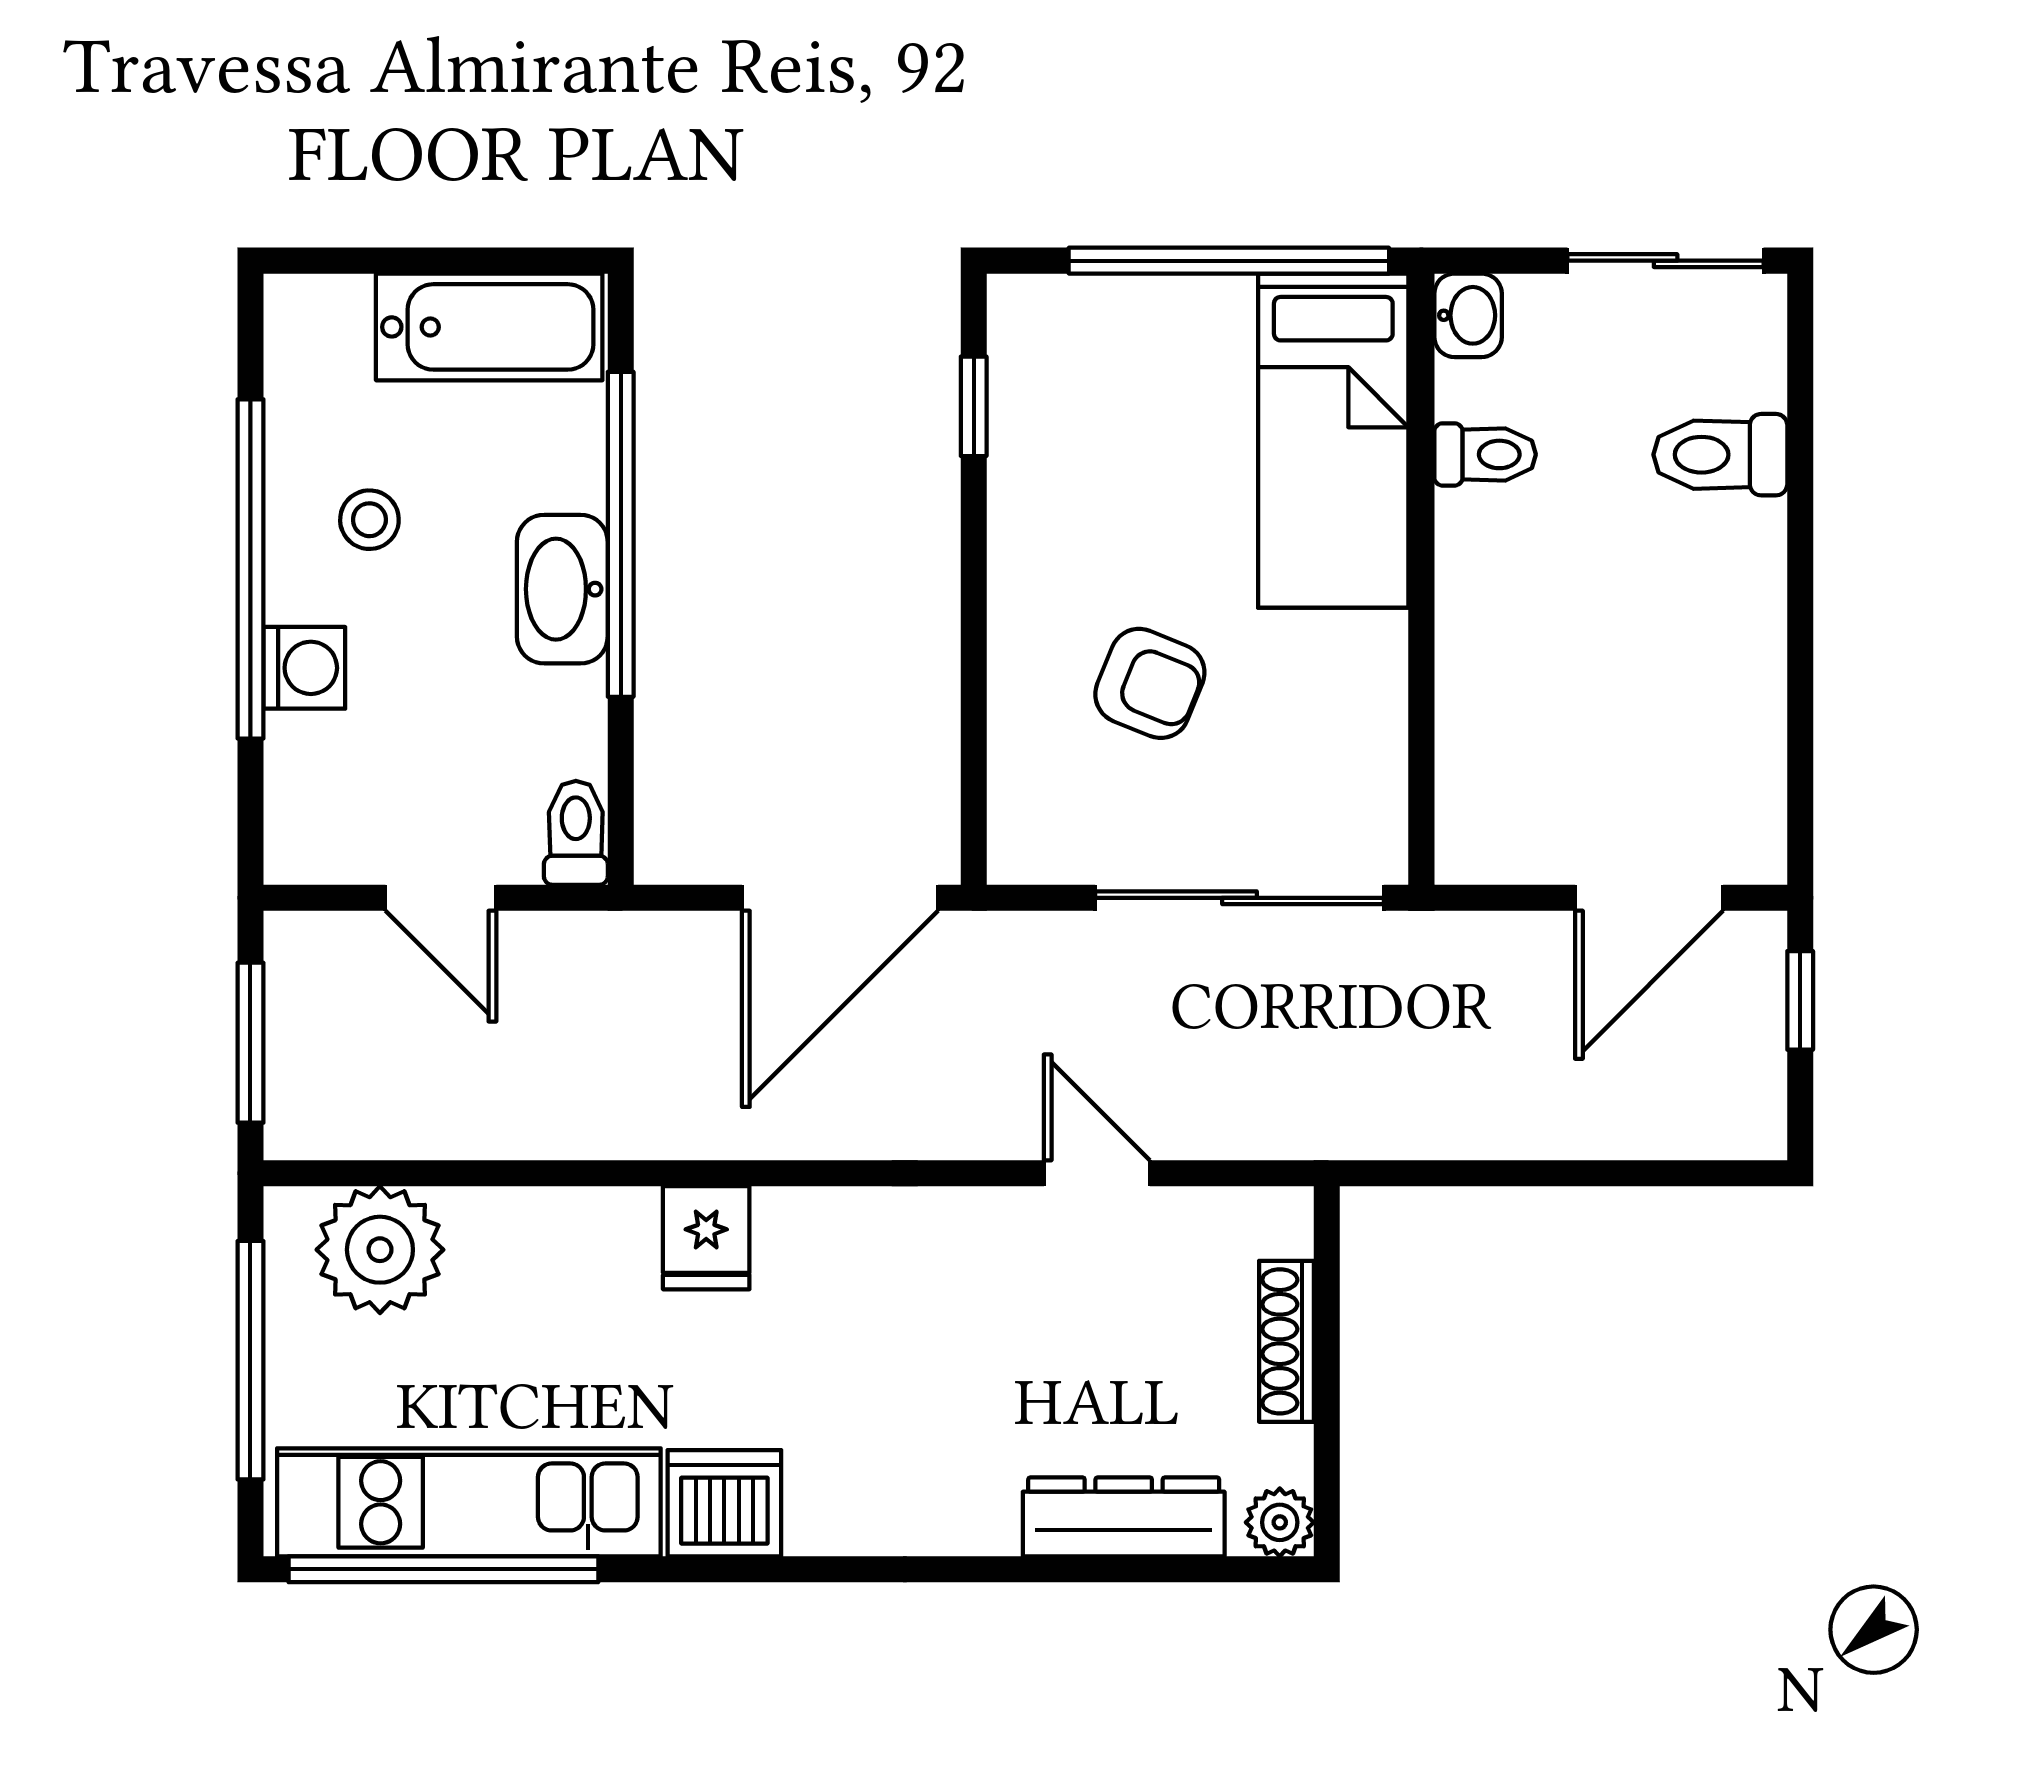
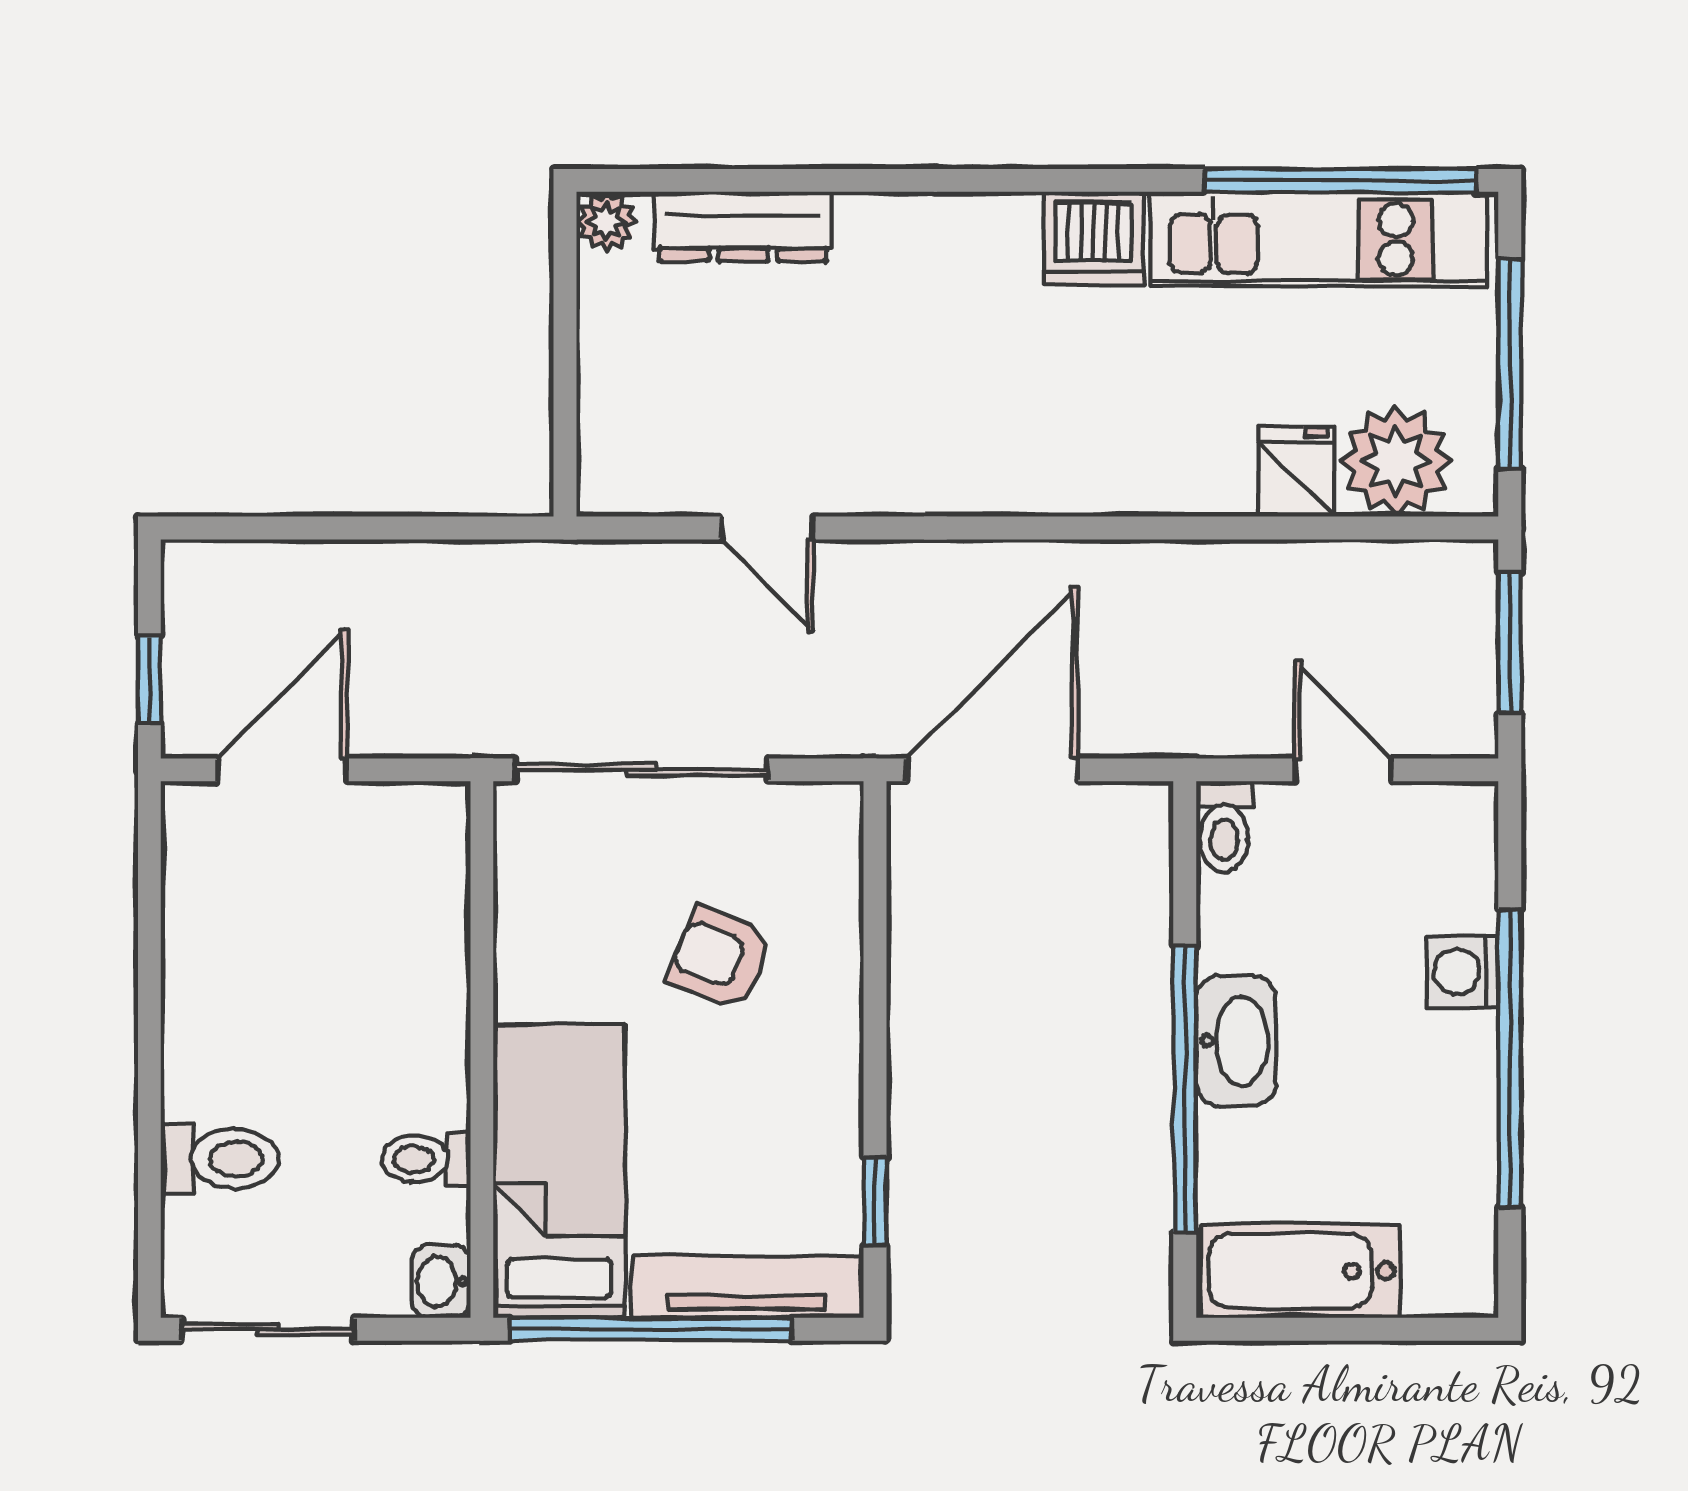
tv unit: (1120, 309) -> (746, 1287), added
stool: (369, 520) -> (1405, 1102), removed
fridge: (706, 1238) -> (1296, 471), moved
shoe rack: (1286, 1341) -> (600, 380), removed

